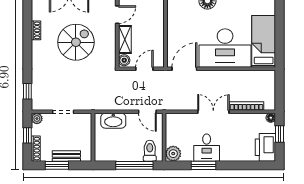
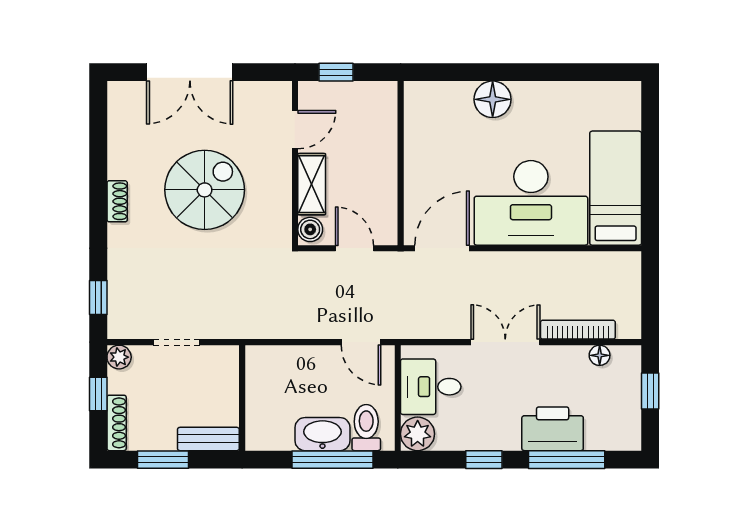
shoe rack: (36, 30) -> (117, 201), moved
door: (144, 69) -> (354, 248), hinge flipped
floor lamp: (271, 118) -> (600, 355), moved
washbasin: (113, 121) -> (322, 434), moved, turned 180
printer: (265, 147) -> (553, 429), moved, turned 90
desk: (207, 148) -> (431, 387), moved, turned 90
bench: (66, 156) -> (208, 439), moved
window: (204, 165) -> (484, 460), width x0.67
window: (241, 165) -> (567, 460), added

